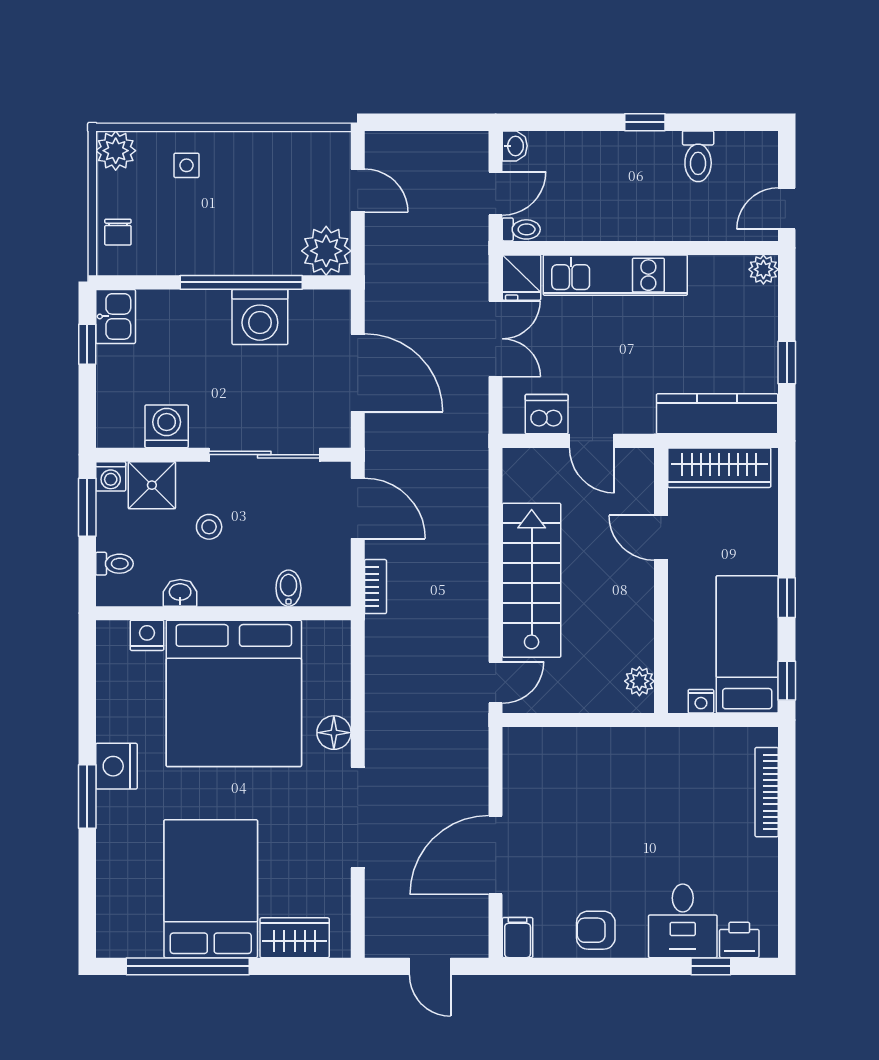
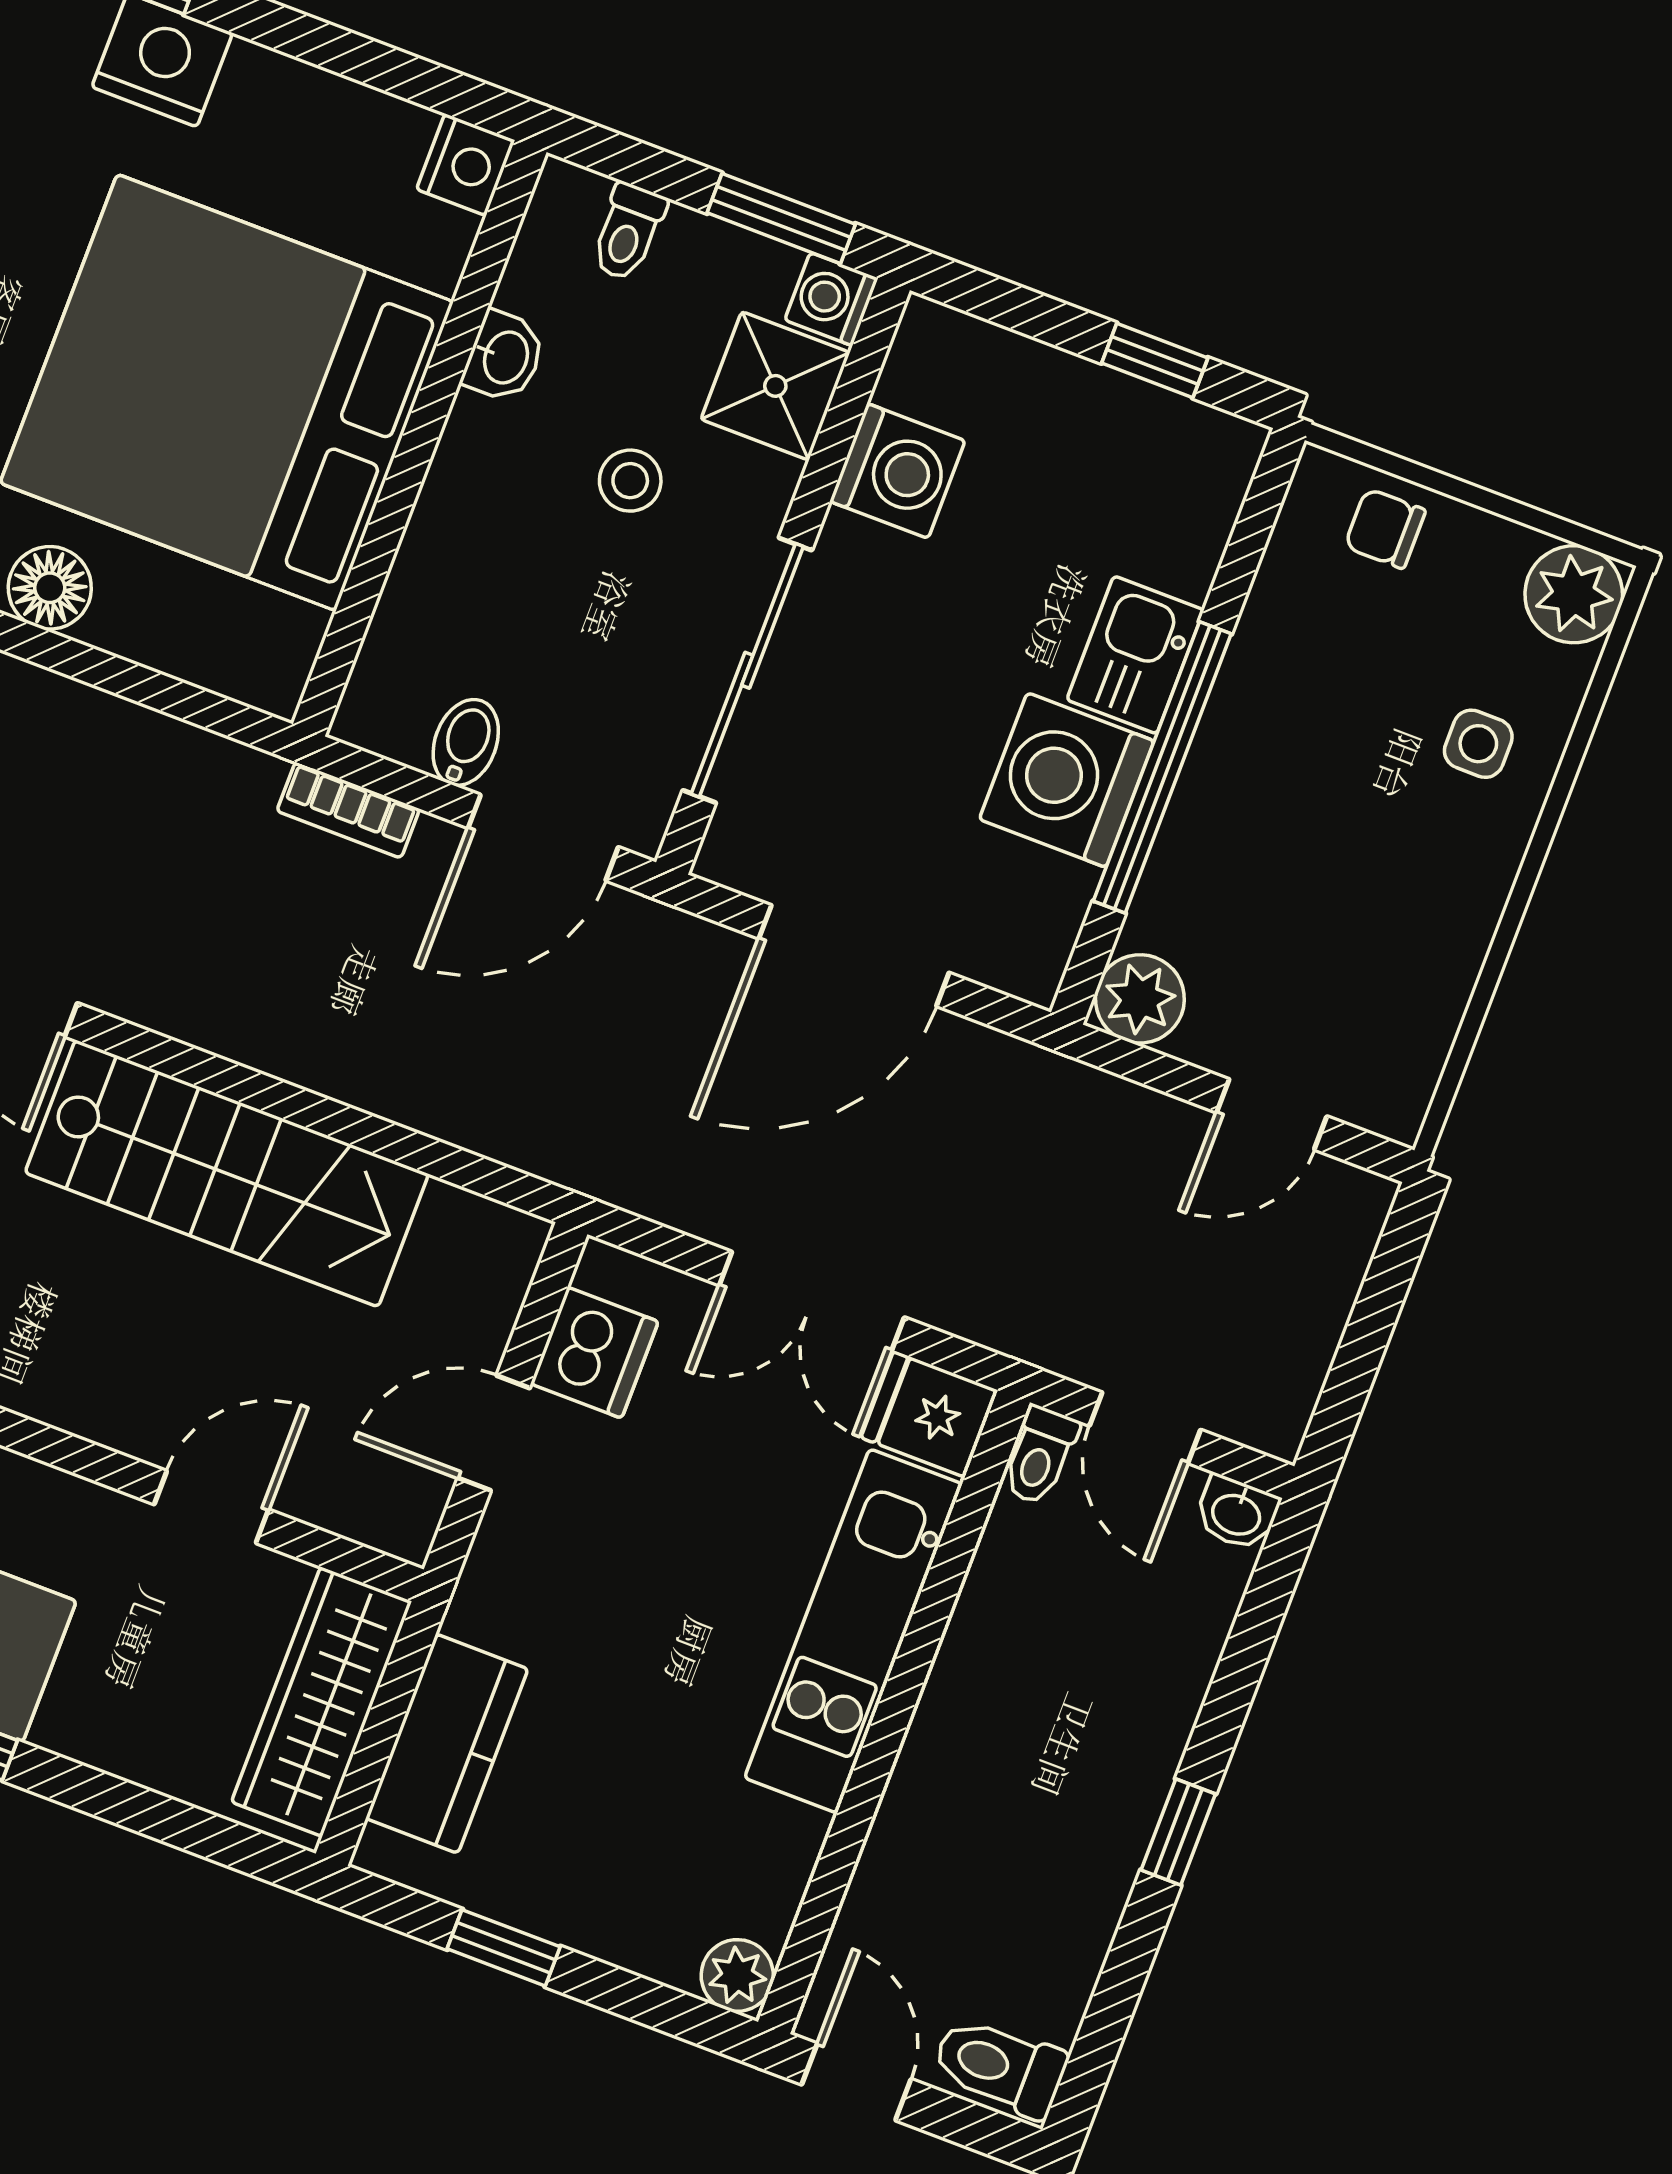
toilet: (698, 156) -> (1000, 2067), moved
plant: (326, 251) -> (1140, 999), width x0.73, depth x0.73
kitchen sink: (116, 316) -> (1135, 655), moved, turned 90
kitchen counter: (717, 414) -> (447, 1744), width x0.67
bidet: (288, 588) -> (466, 742), moved, turned -90
nightstand: (147, 635) -> (466, 165), moved

